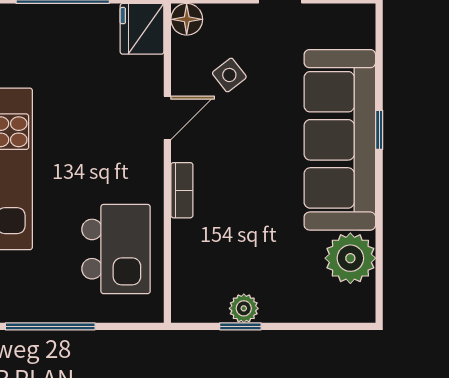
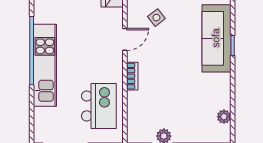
sofa: (340, 140) -> (216, 38), width x0.74, depth x0.79
plant: (350, 258) -> (224, 117), width x0.53, depth x0.53

